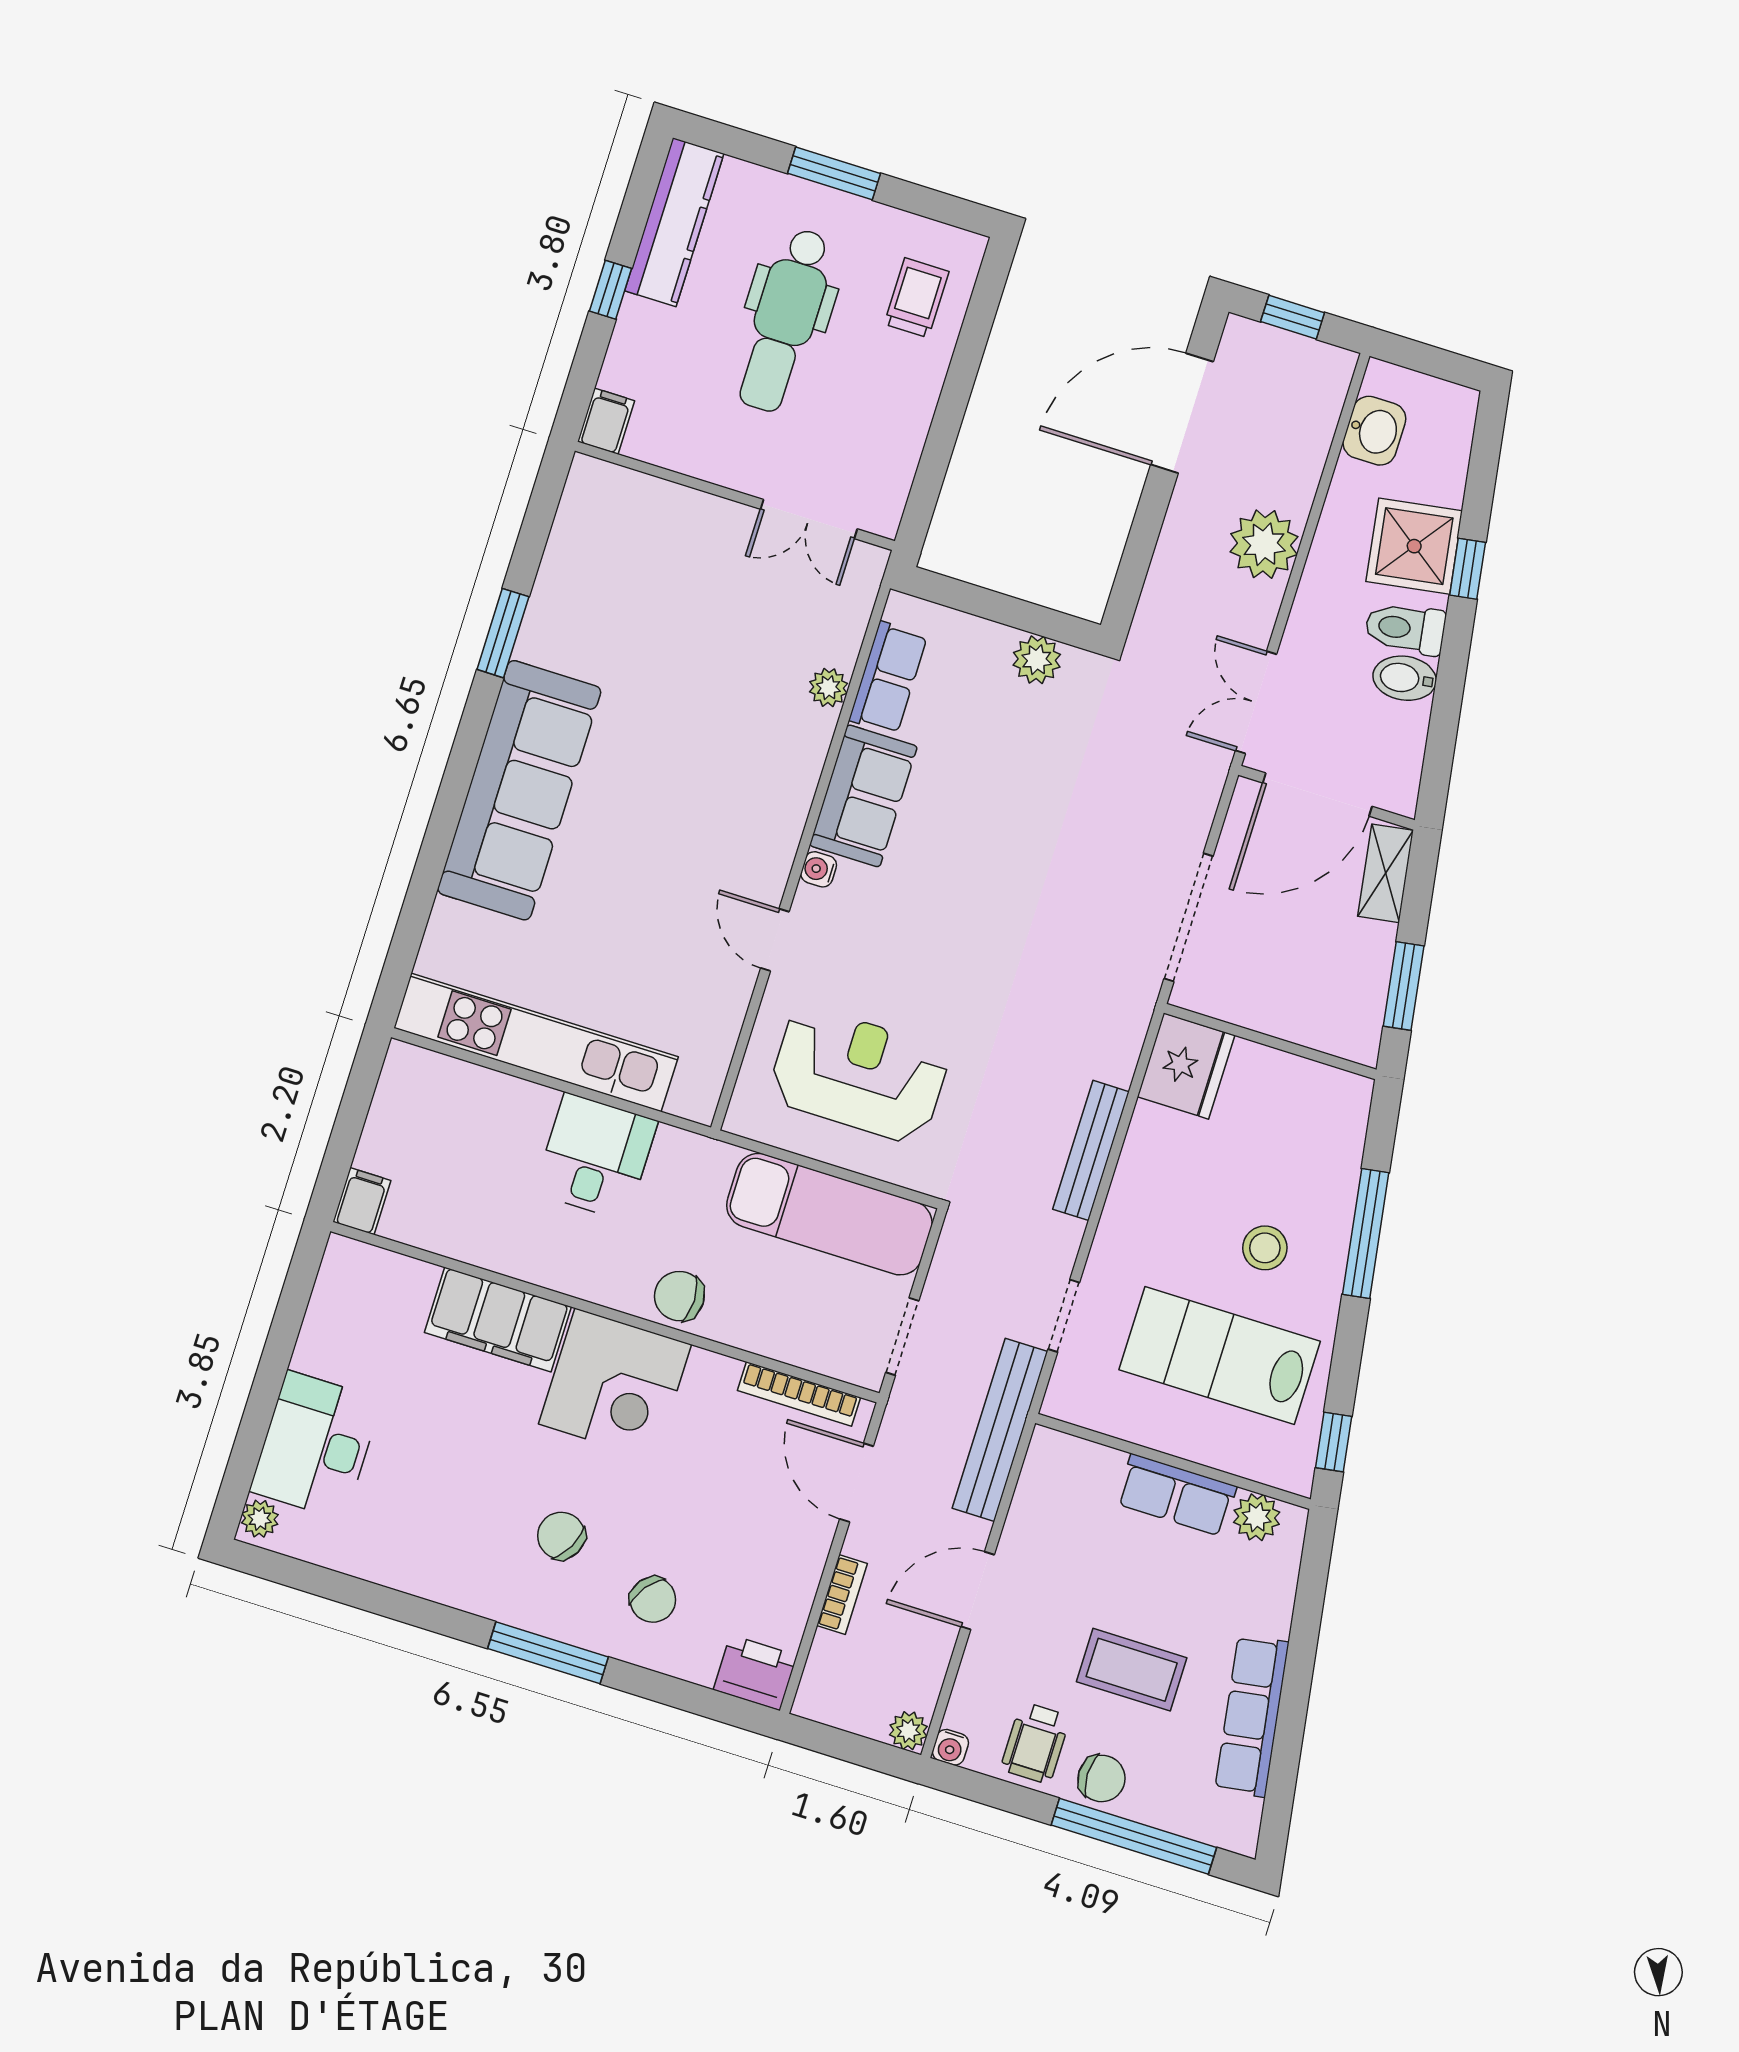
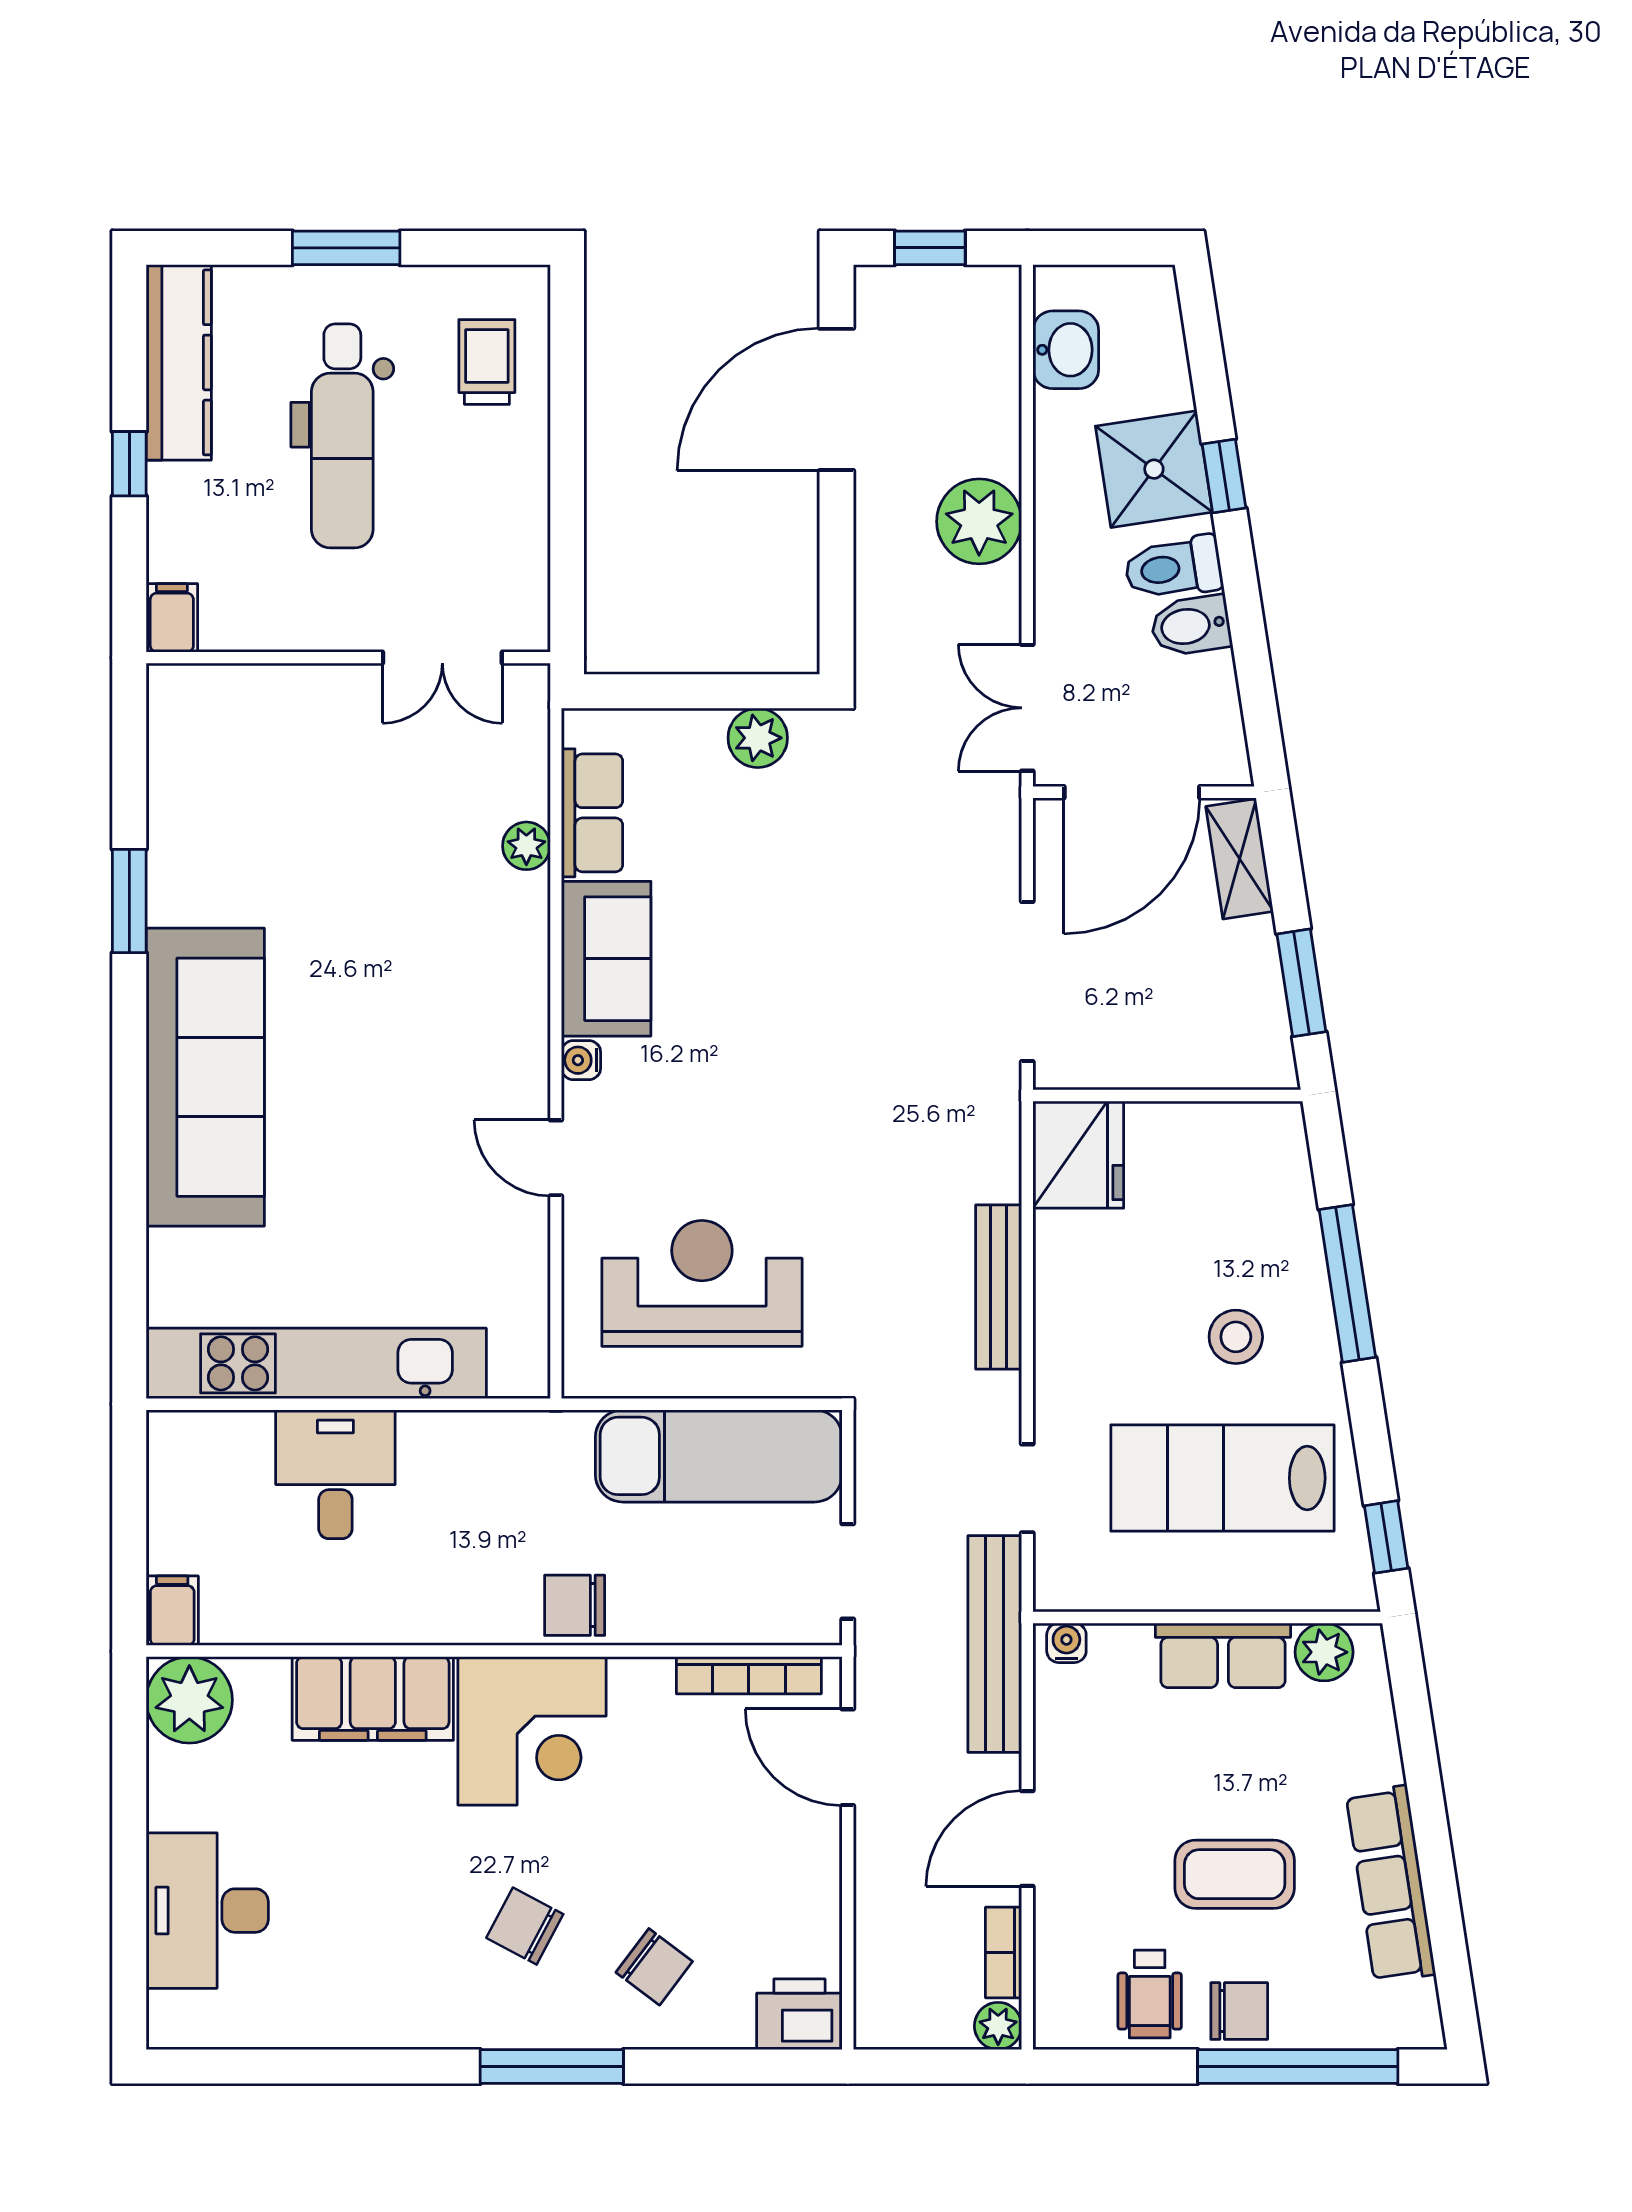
desk: (596, 1157) -> (335, 1474), moved
plant: (260, 1519) -> (189, 1700), moved, width x1.87, depth x1.87
bookcase: (842, 1595) -> (1004, 1952), moved, turned 180
water cooler: (950, 1747) -> (1066, 1643), moved, turned 180

